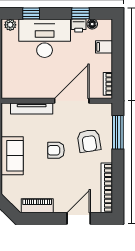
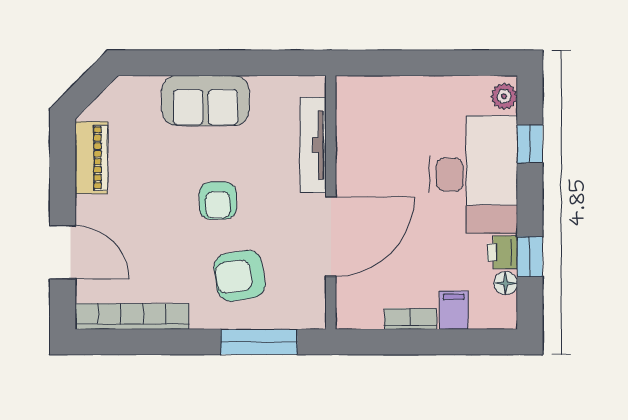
bookcase: (108, 84) -> (411, 319), moved
door: (72, 101) -> (331, 237), hinge flipped
armchair: (56, 150) -> (218, 201), turned 180

